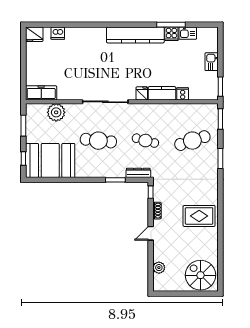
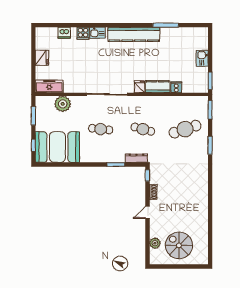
kitchen sink: (188, 33) -> (97, 33), moved
fridge: (34, 34) -> (42, 58), moved, turned -90
cooker: (171, 34) -> (83, 33), moved
cafe table: (98, 141) -> (101, 129), width x0.73, depth x0.74
rug: (199, 216) -> (191, 197), removed
spiral stairs: (201, 275) -> (179, 245), moved

